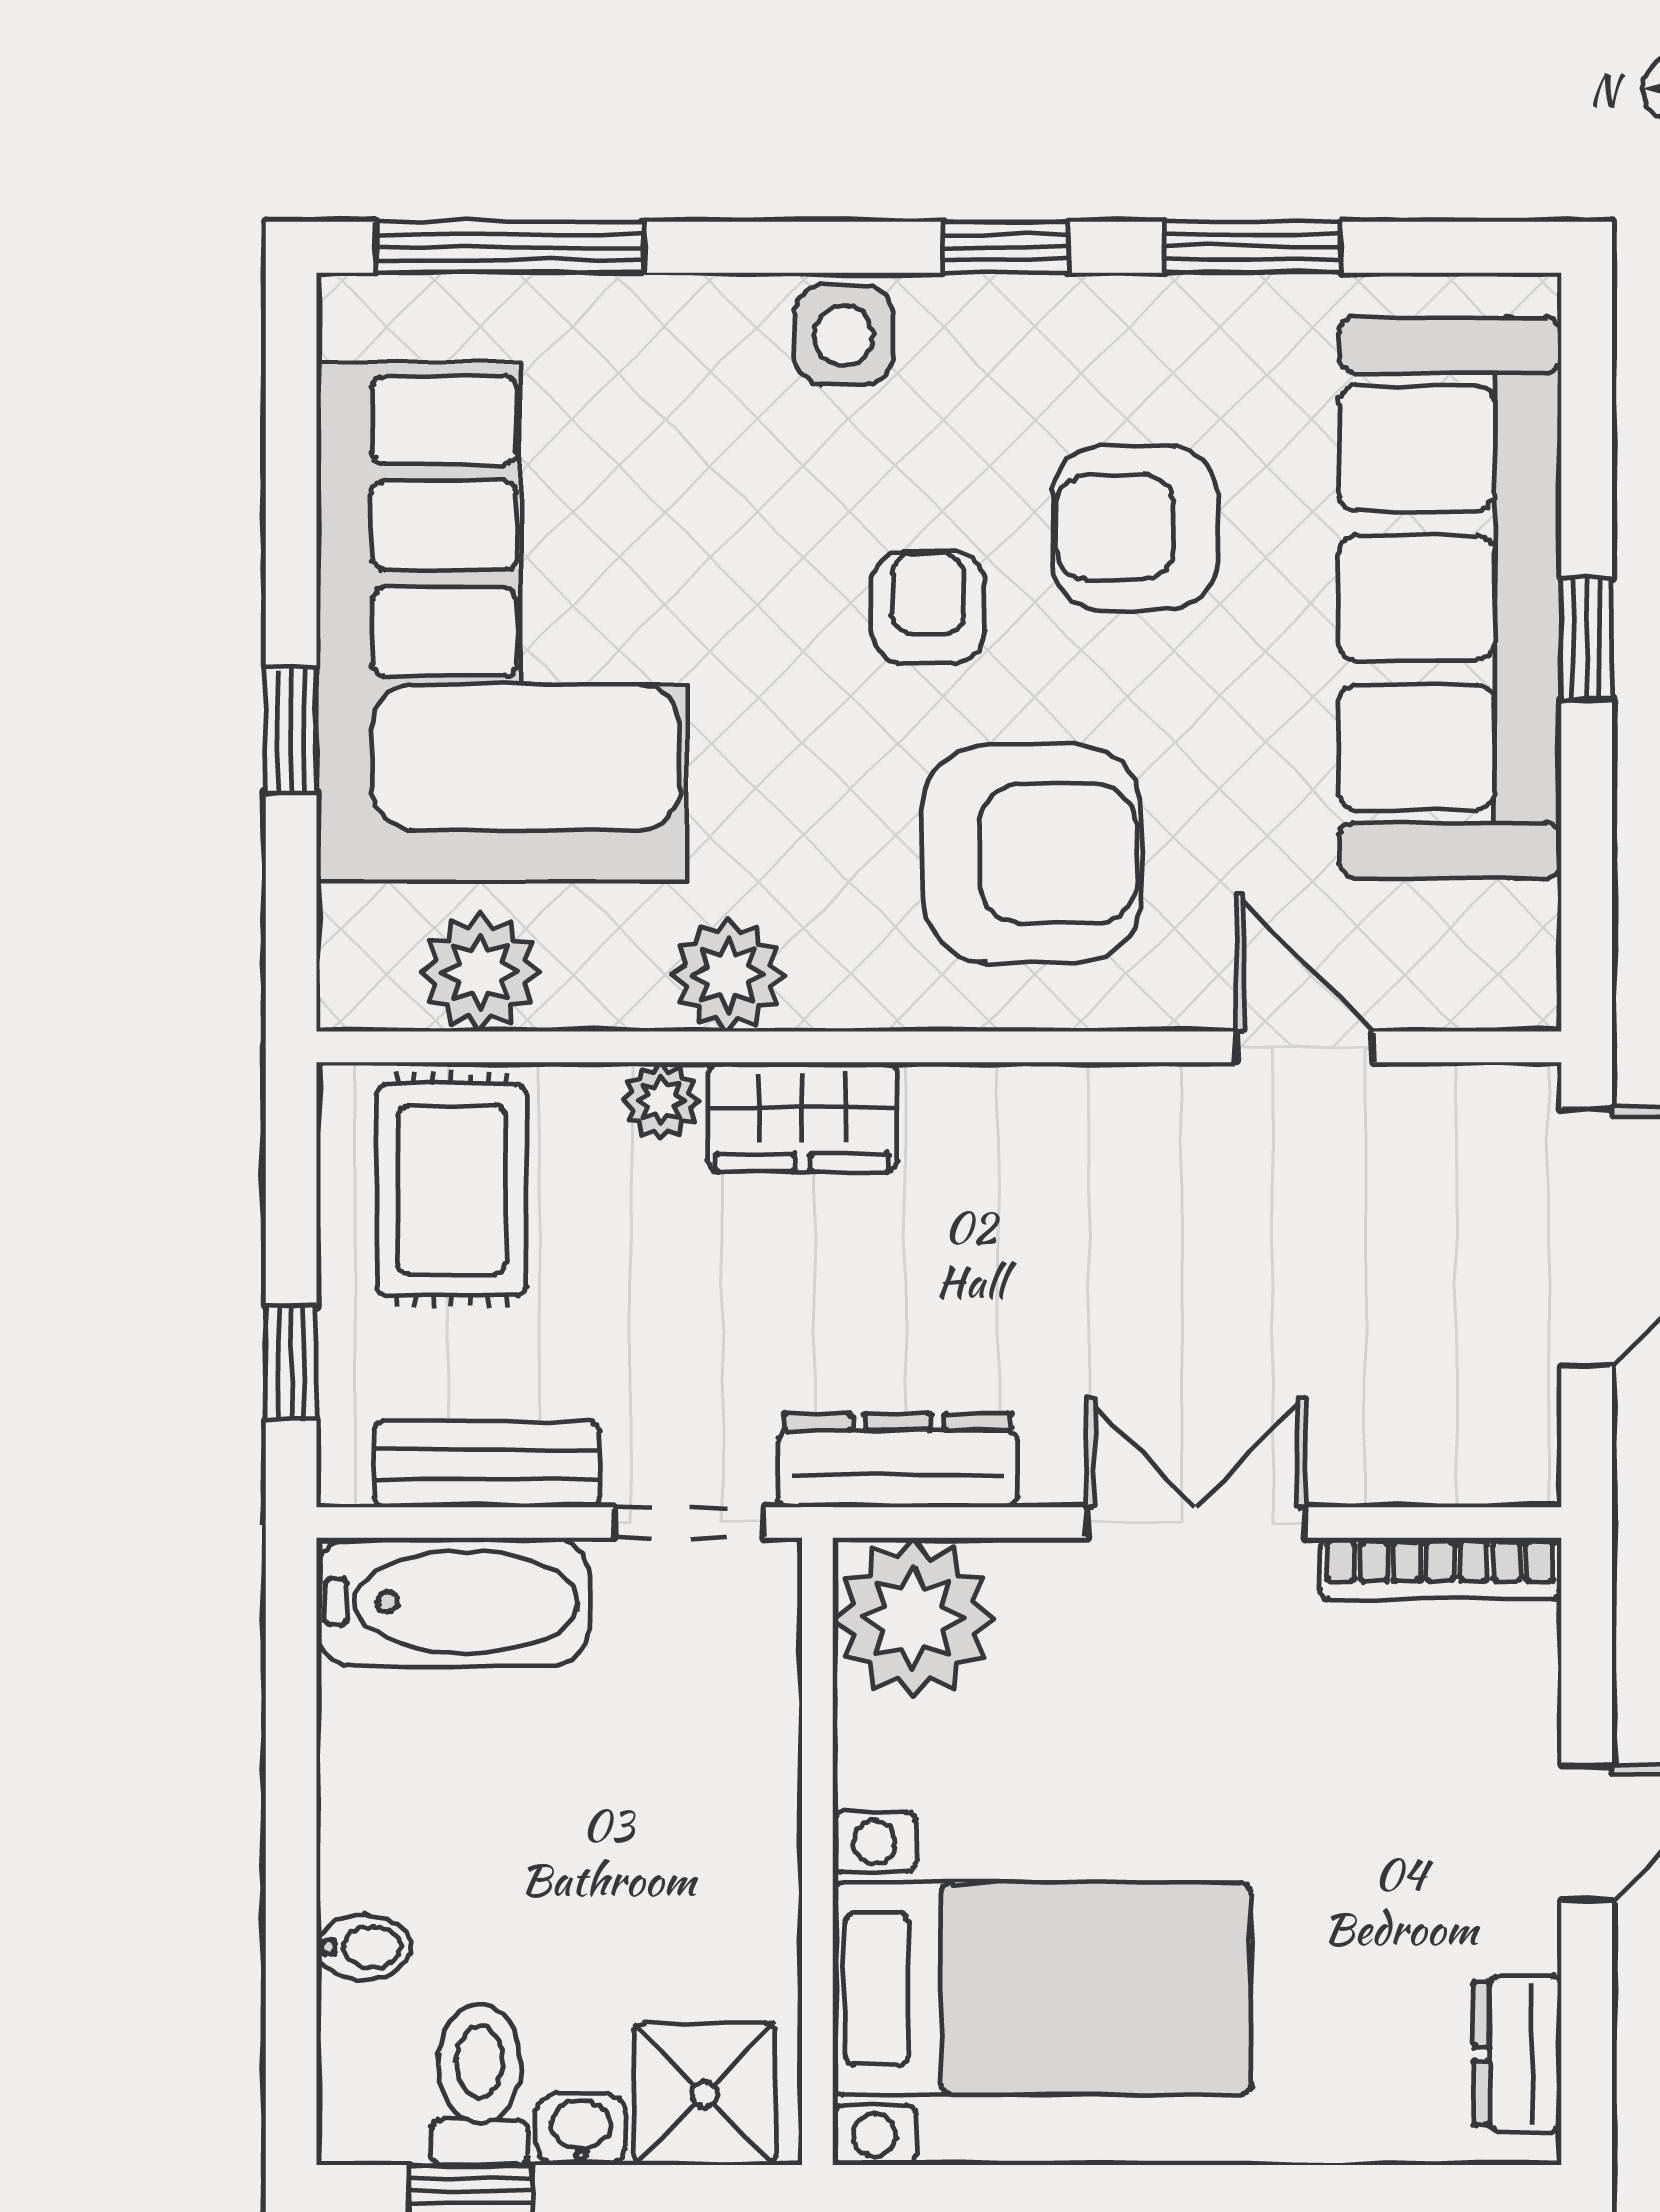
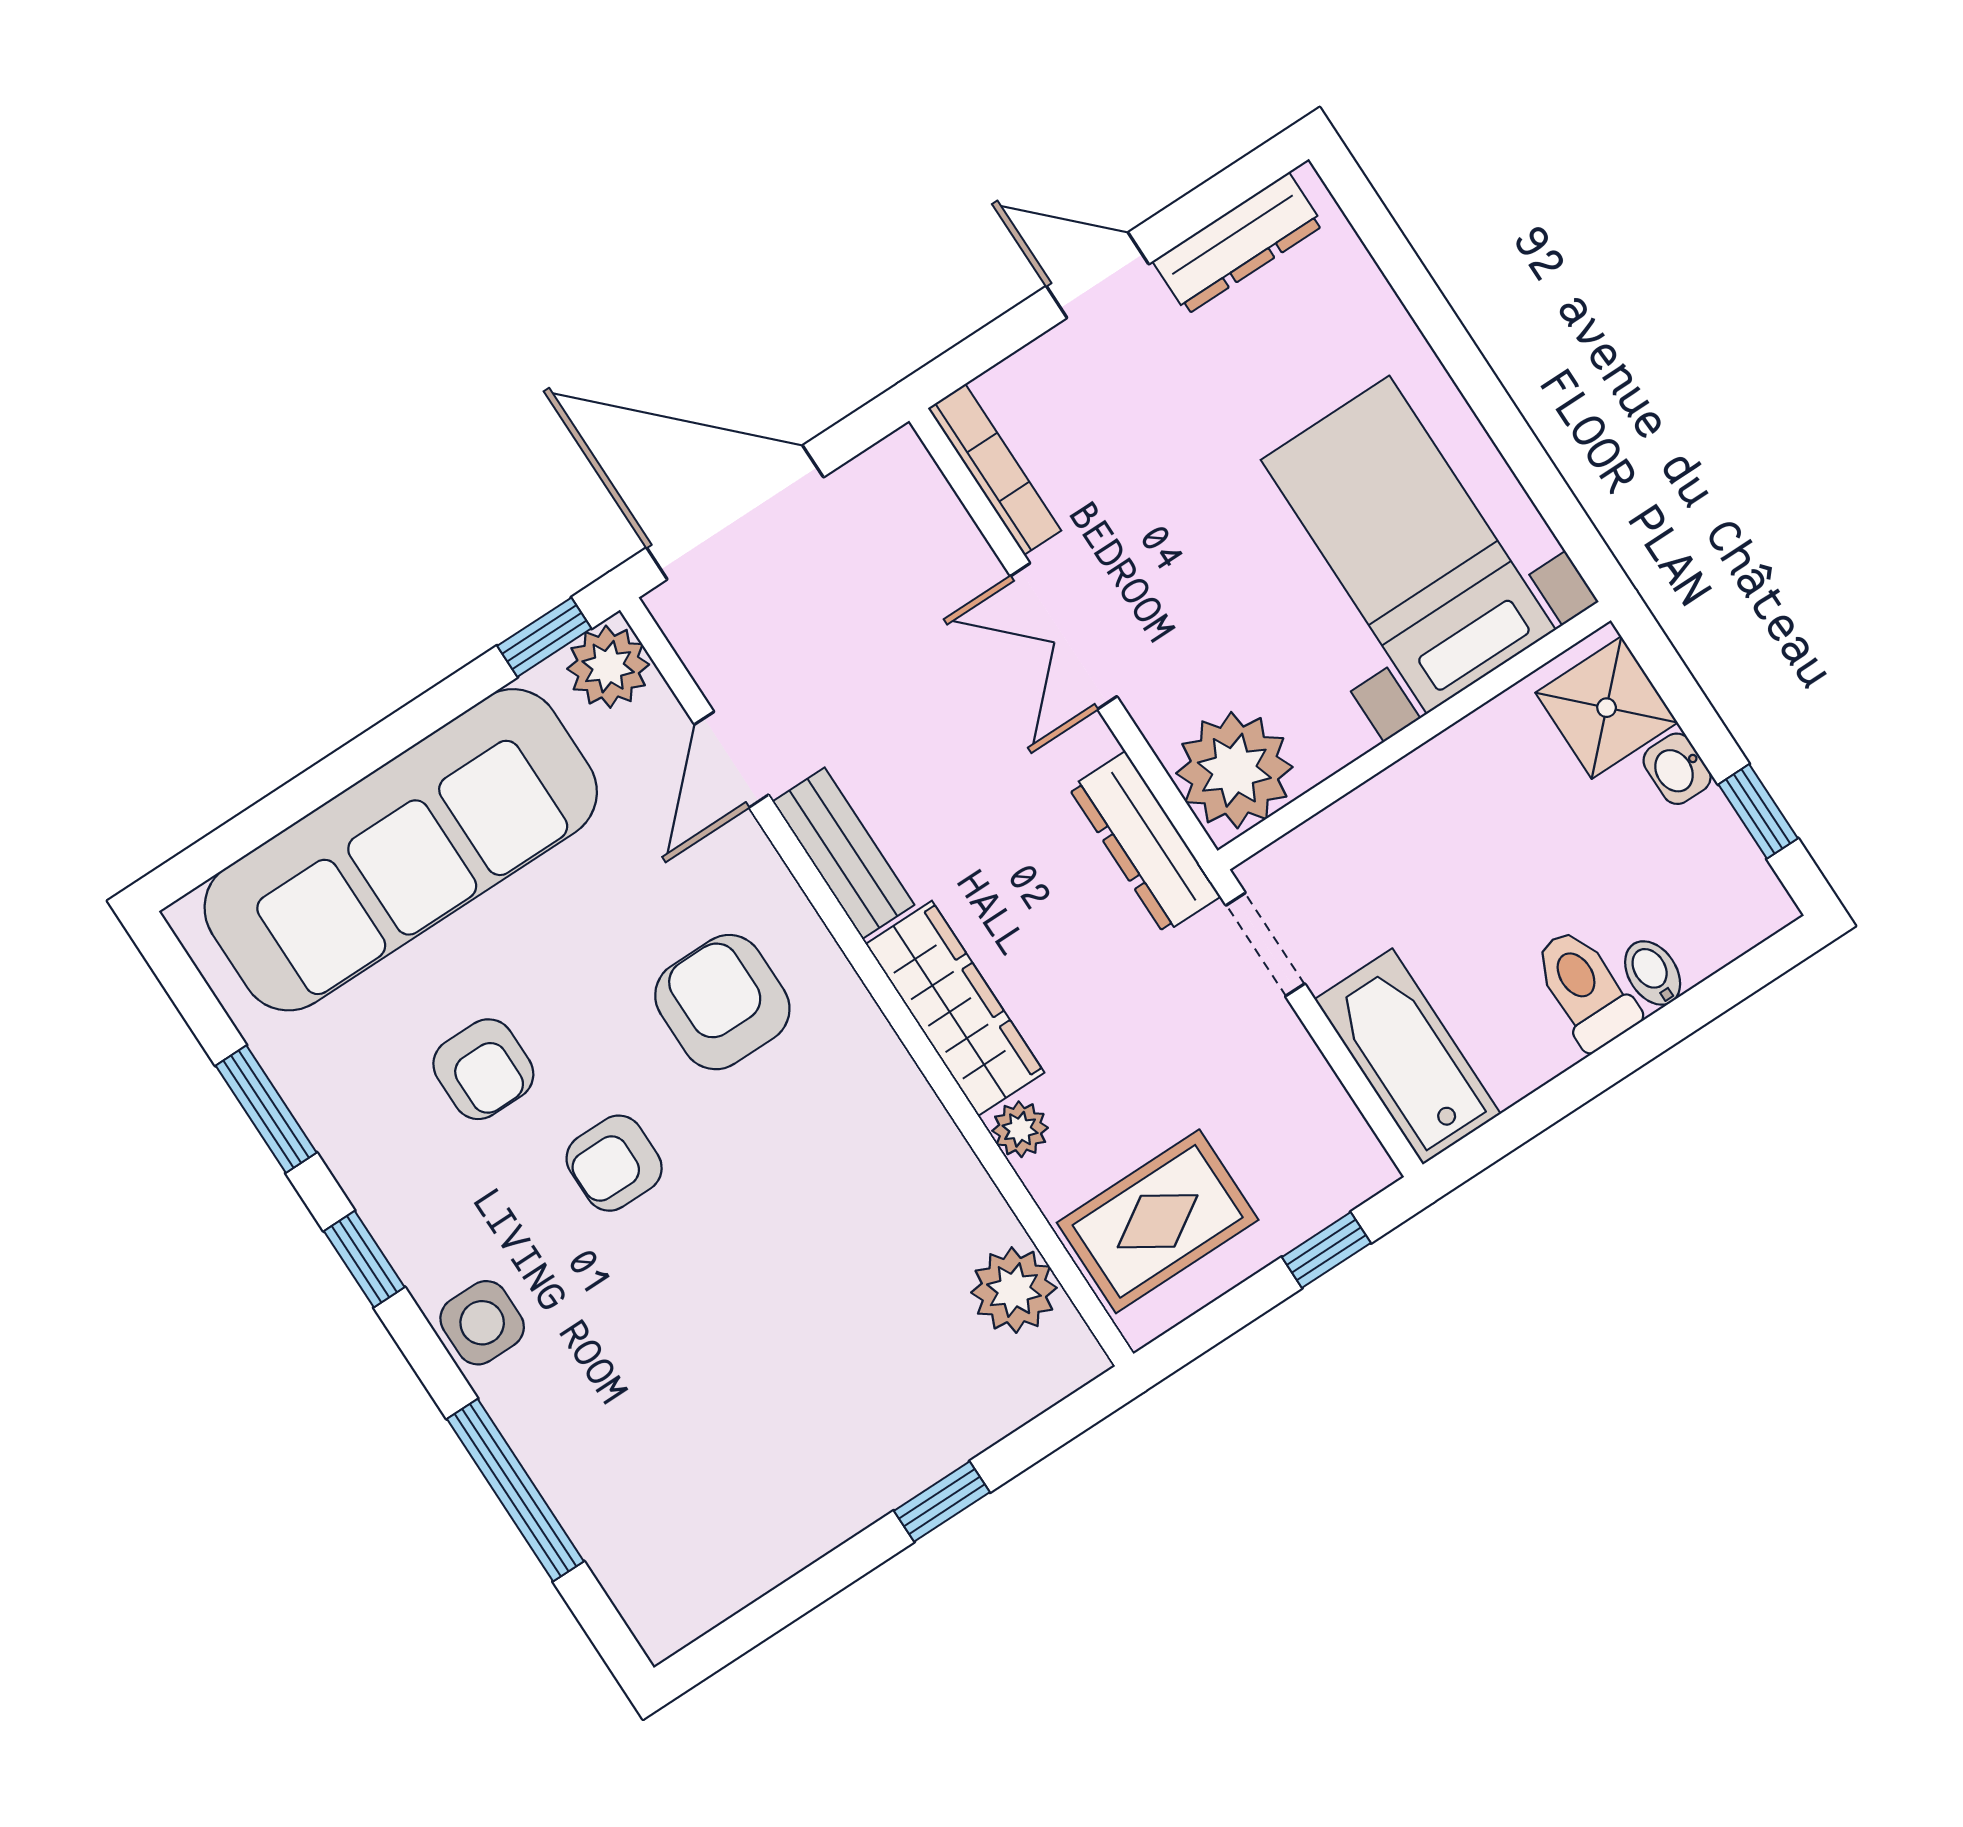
window: (510, 247) -> (515, 1490), moved
armchair: (1135, 528) -> (483, 1069), width x0.72, depth x0.72
corner sofa: (502, 622) -> (793, 1416), removed
window: (1587, 639) -> (544, 637), moved
armchair: (1032, 854) -> (722, 1002), width x0.73, depth x0.73
plant: (728, 975) -> (608, 667), moved
wardrobe: (802, 1117) -> (955, 1008), width x1.50
bench: (487, 1464) -> (843, 853), moved
dresser: (1517, 2054) -> (1238, 243), width x1.44
toilet: (480, 2085) -> (1585, 989), moved, turned 90

